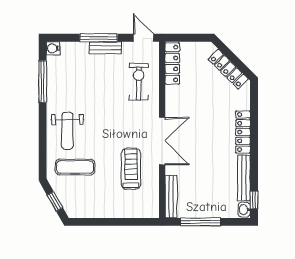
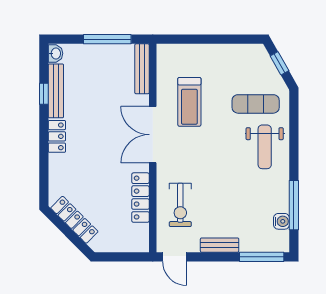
window: (99, 38) -> (262, 257), moved
water cooler: (53, 48) -> (281, 221), moved
locker: (172, 63) -> (140, 198), moved
weight bench: (67, 131) -> (265, 147), turned 180
locker: (243, 132) -> (57, 136), width x0.66
window: (254, 200) -> (44, 94), moved

